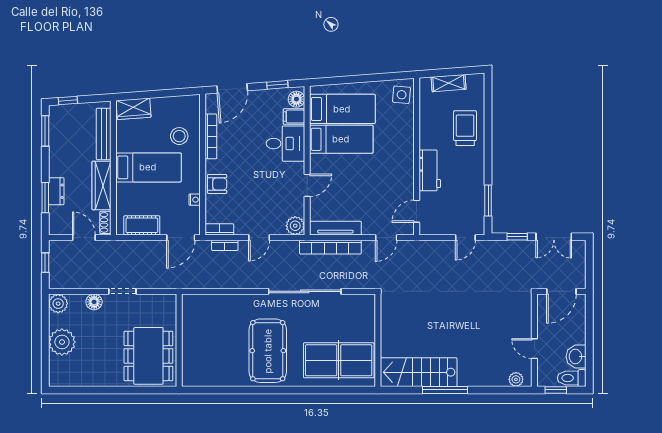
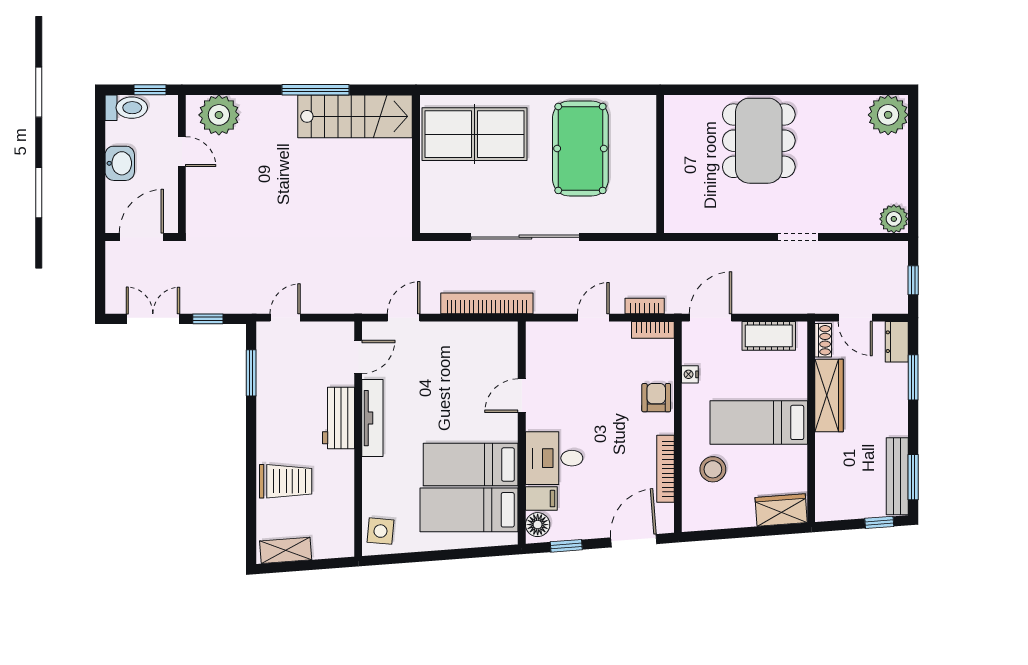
shelving: (449, 83) -> (286, 550), moved
trolley: (465, 128) -> (286, 481), turned -90
bench: (104, 134) -> (897, 476), moved
armchair: (217, 184) -> (656, 398), turned 90
dresser: (56, 191) -> (897, 342), moved
plant: (295, 226) -> (539, 335), removed
tv unit: (335, 228) -> (372, 418), moved, turned -90
floor lamp: (94, 302) -> (840, 221), removed
wall: (179, 340) -> (660, 164), moved
plant: (62, 342) -> (888, 115), moved
washbasin: (576, 357) -> (120, 163), moved
plant: (516, 379) -> (219, 115), width x1.87, depth x1.87

